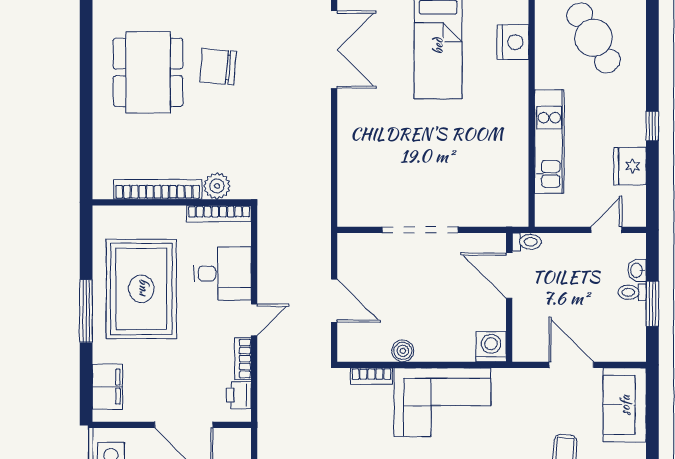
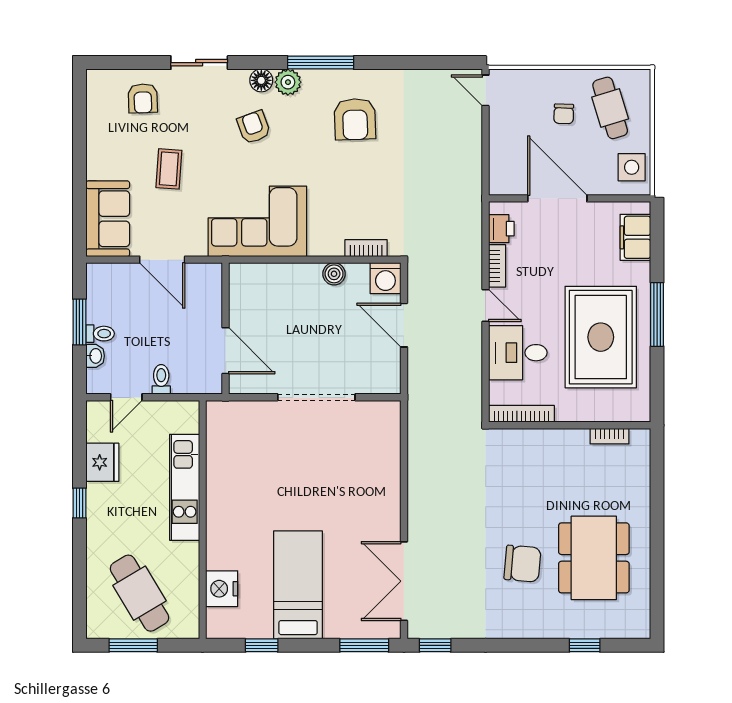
plant: (217, 186) -> (524, 442), removed
bookcase: (158, 189) -> (609, 436), width x0.43, depth x0.76
toilet: (527, 242) -> (161, 379), moved, turned 90
door: (254, 320) -> (486, 305), swing flipped
washing machine: (491, 347) -> (385, 278), moved
corner sofa: (442, 402) -> (257, 221), moved

